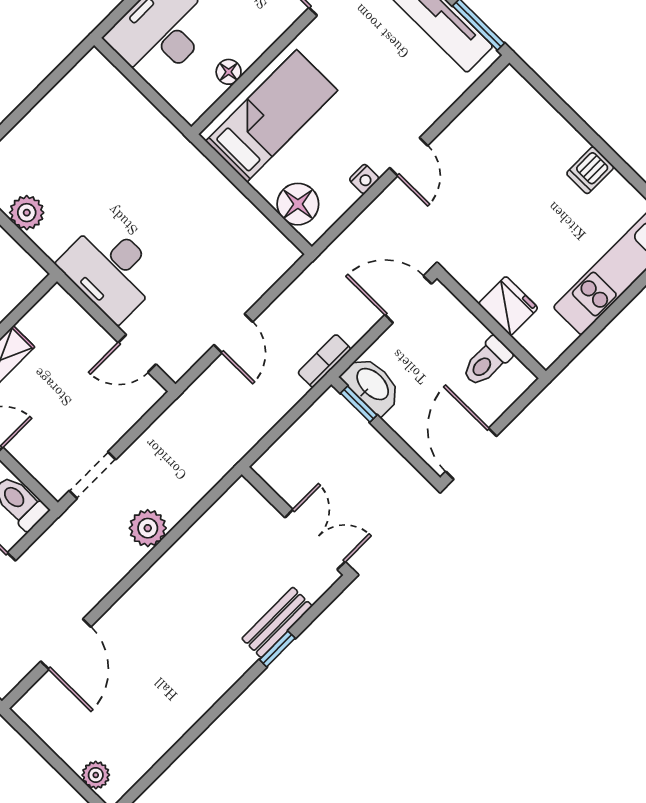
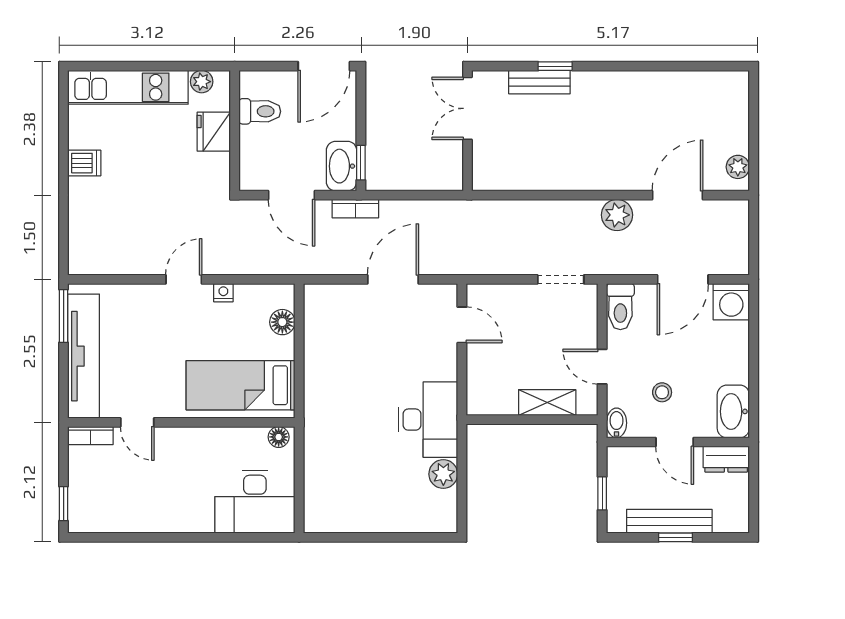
floor lamp: (229, 72) -> (279, 437), moved
floor lamp: (298, 204) -> (282, 322), width x0.73, depth x0.73
desk: (111, 270) -> (428, 420), moved
door: (408, 299) -> (292, 195), moved
door: (233, 333) -> (393, 279), width x1.38
plant: (561, 338) -> (202, 82), added
plant: (148, 528) -> (617, 215), moved
plant: (96, 775) -> (738, 167), moved

